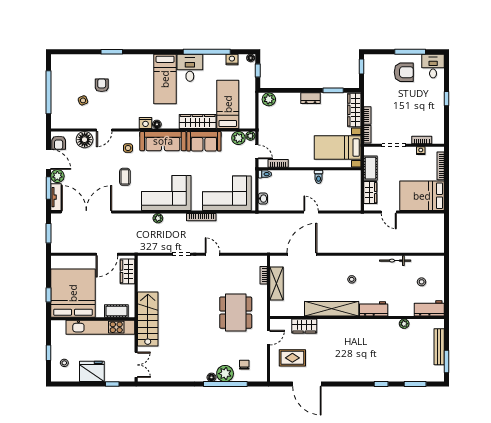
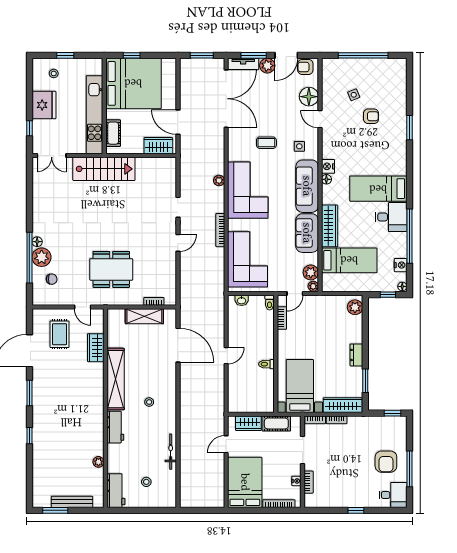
window: (415, 384) -> (29, 393), moved

